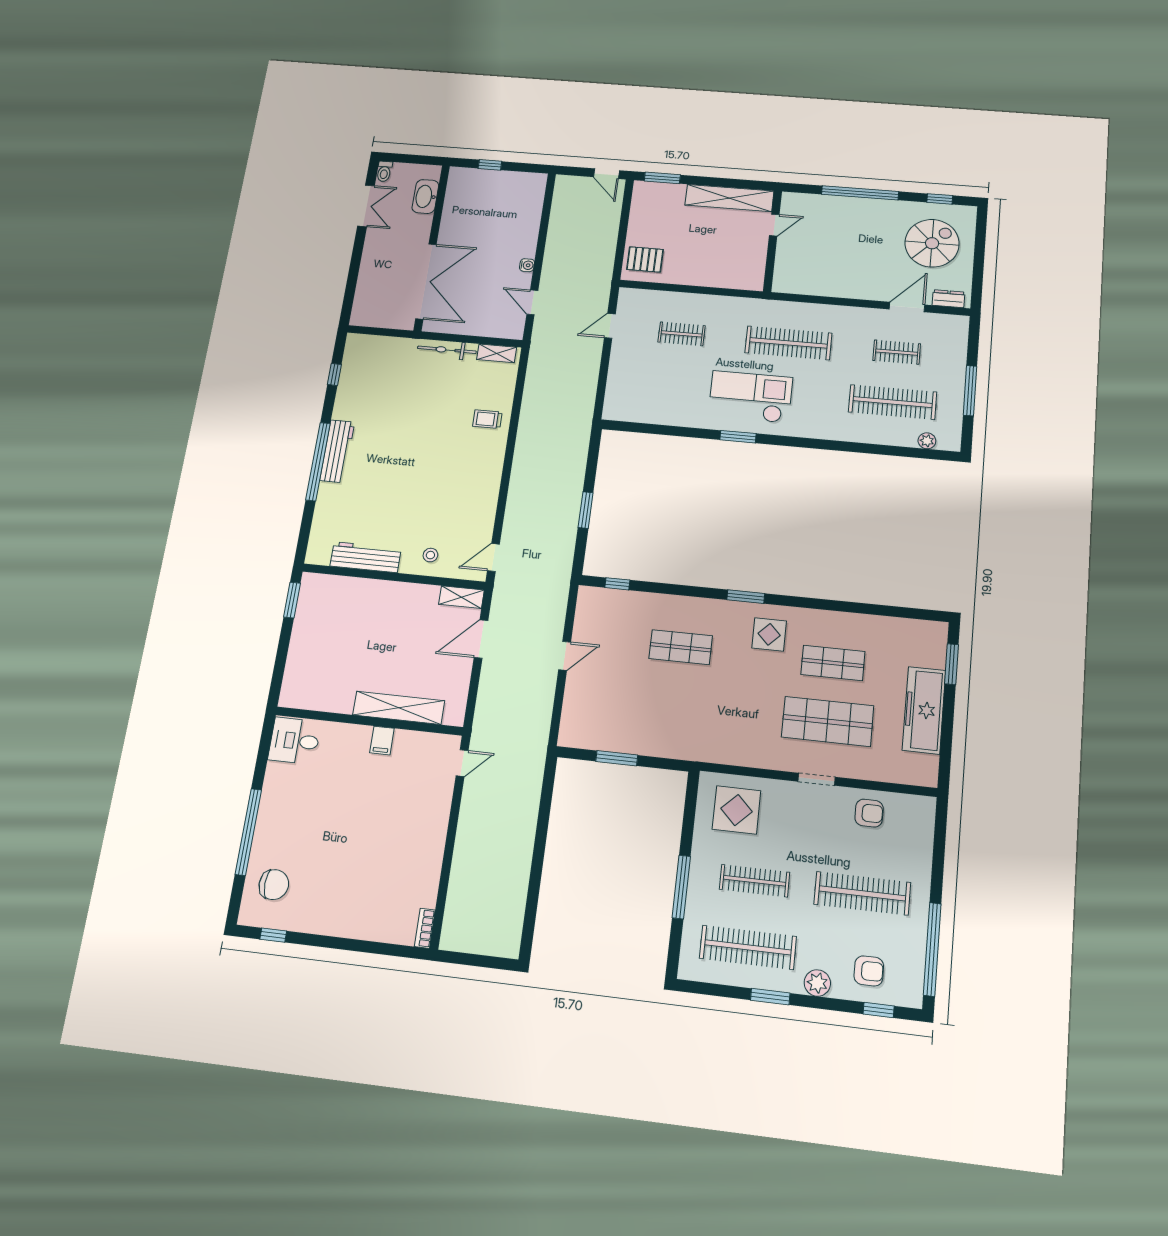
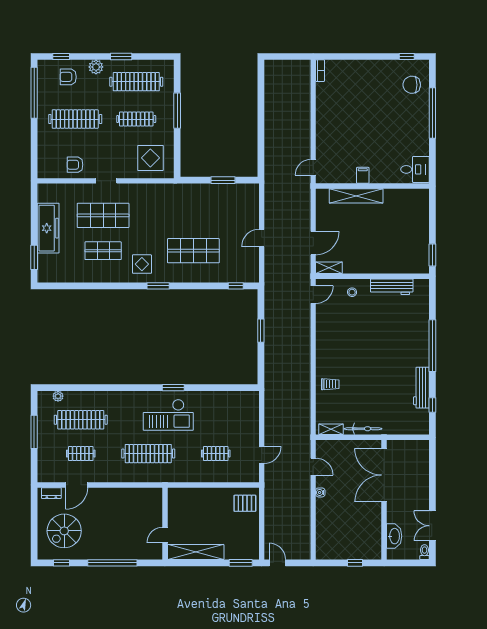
workbench: (337, 451) -> (421, 388), moved
shop shelf: (681, 647) -> (193, 251), width x1.43, depth x1.36

